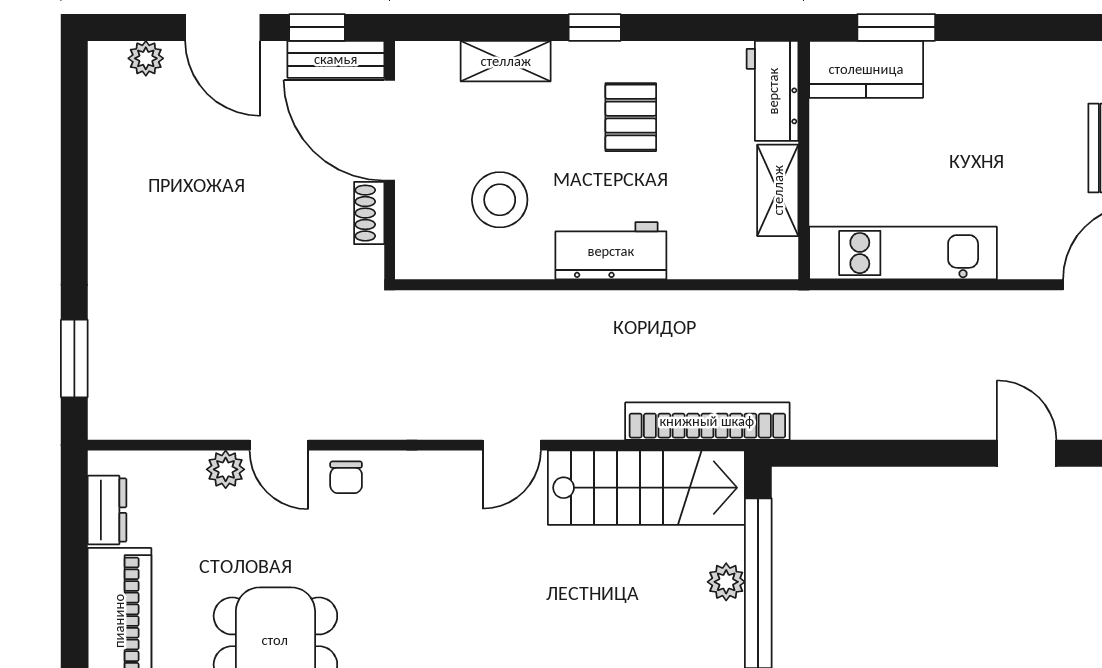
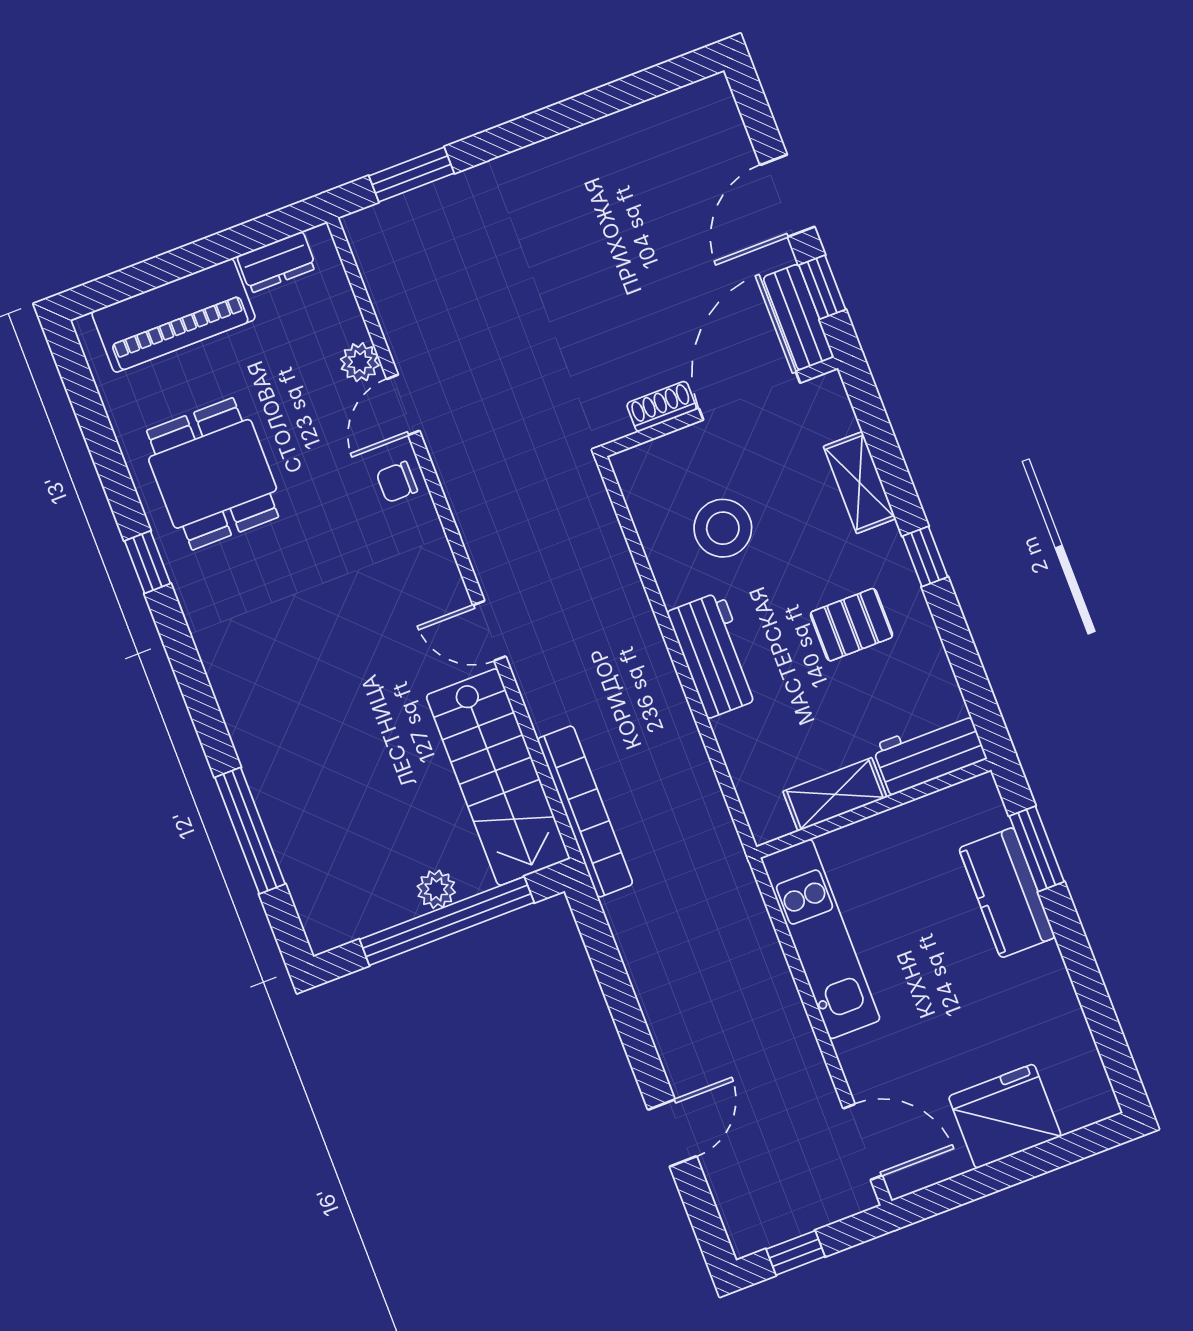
plant: (146, 58) -> (729, 133), removed
kitchen counter: (866, 69) -> (1007, 893), moved

